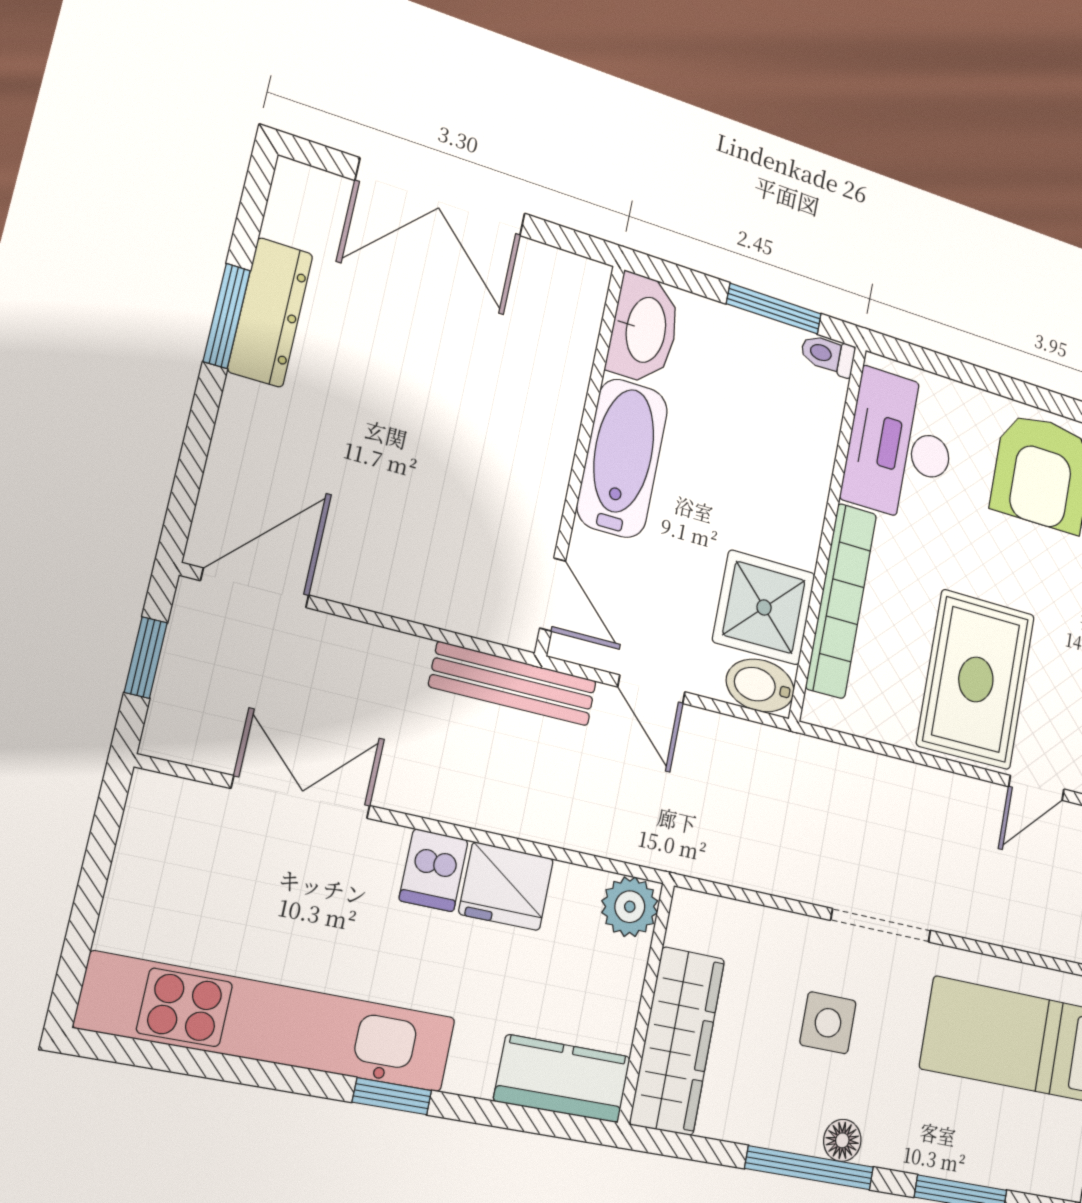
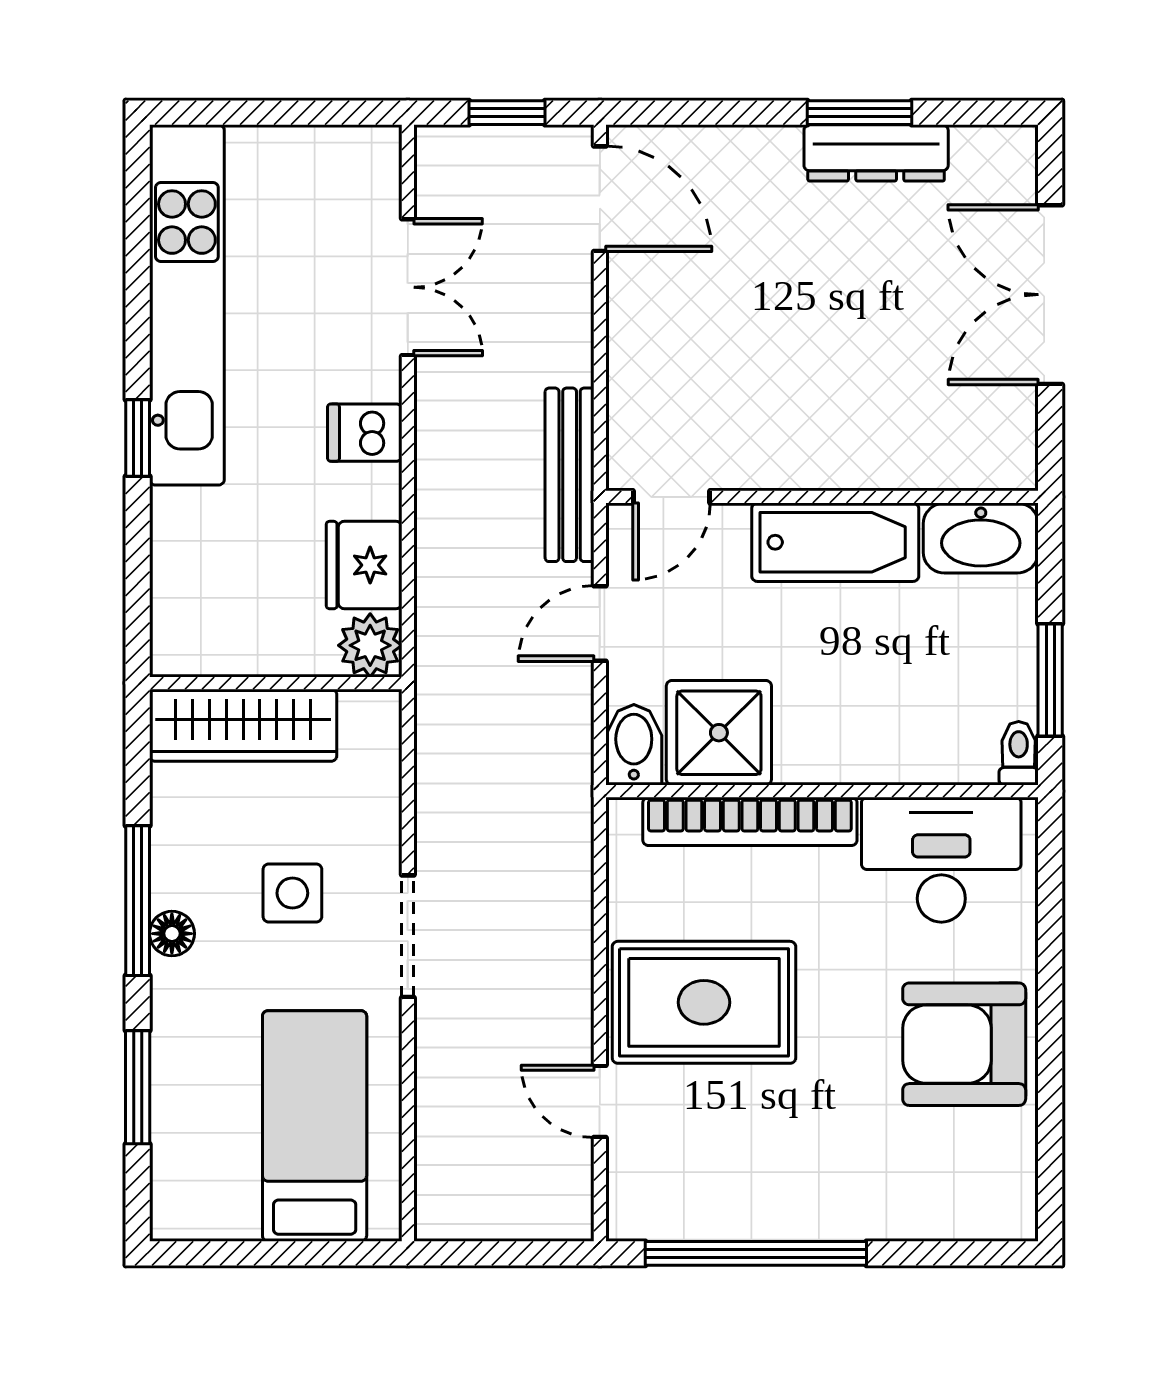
fridge: (506, 886) -> (364, 565), moved
kitchen counter: (563, 1079) -> (184, 609), removed

